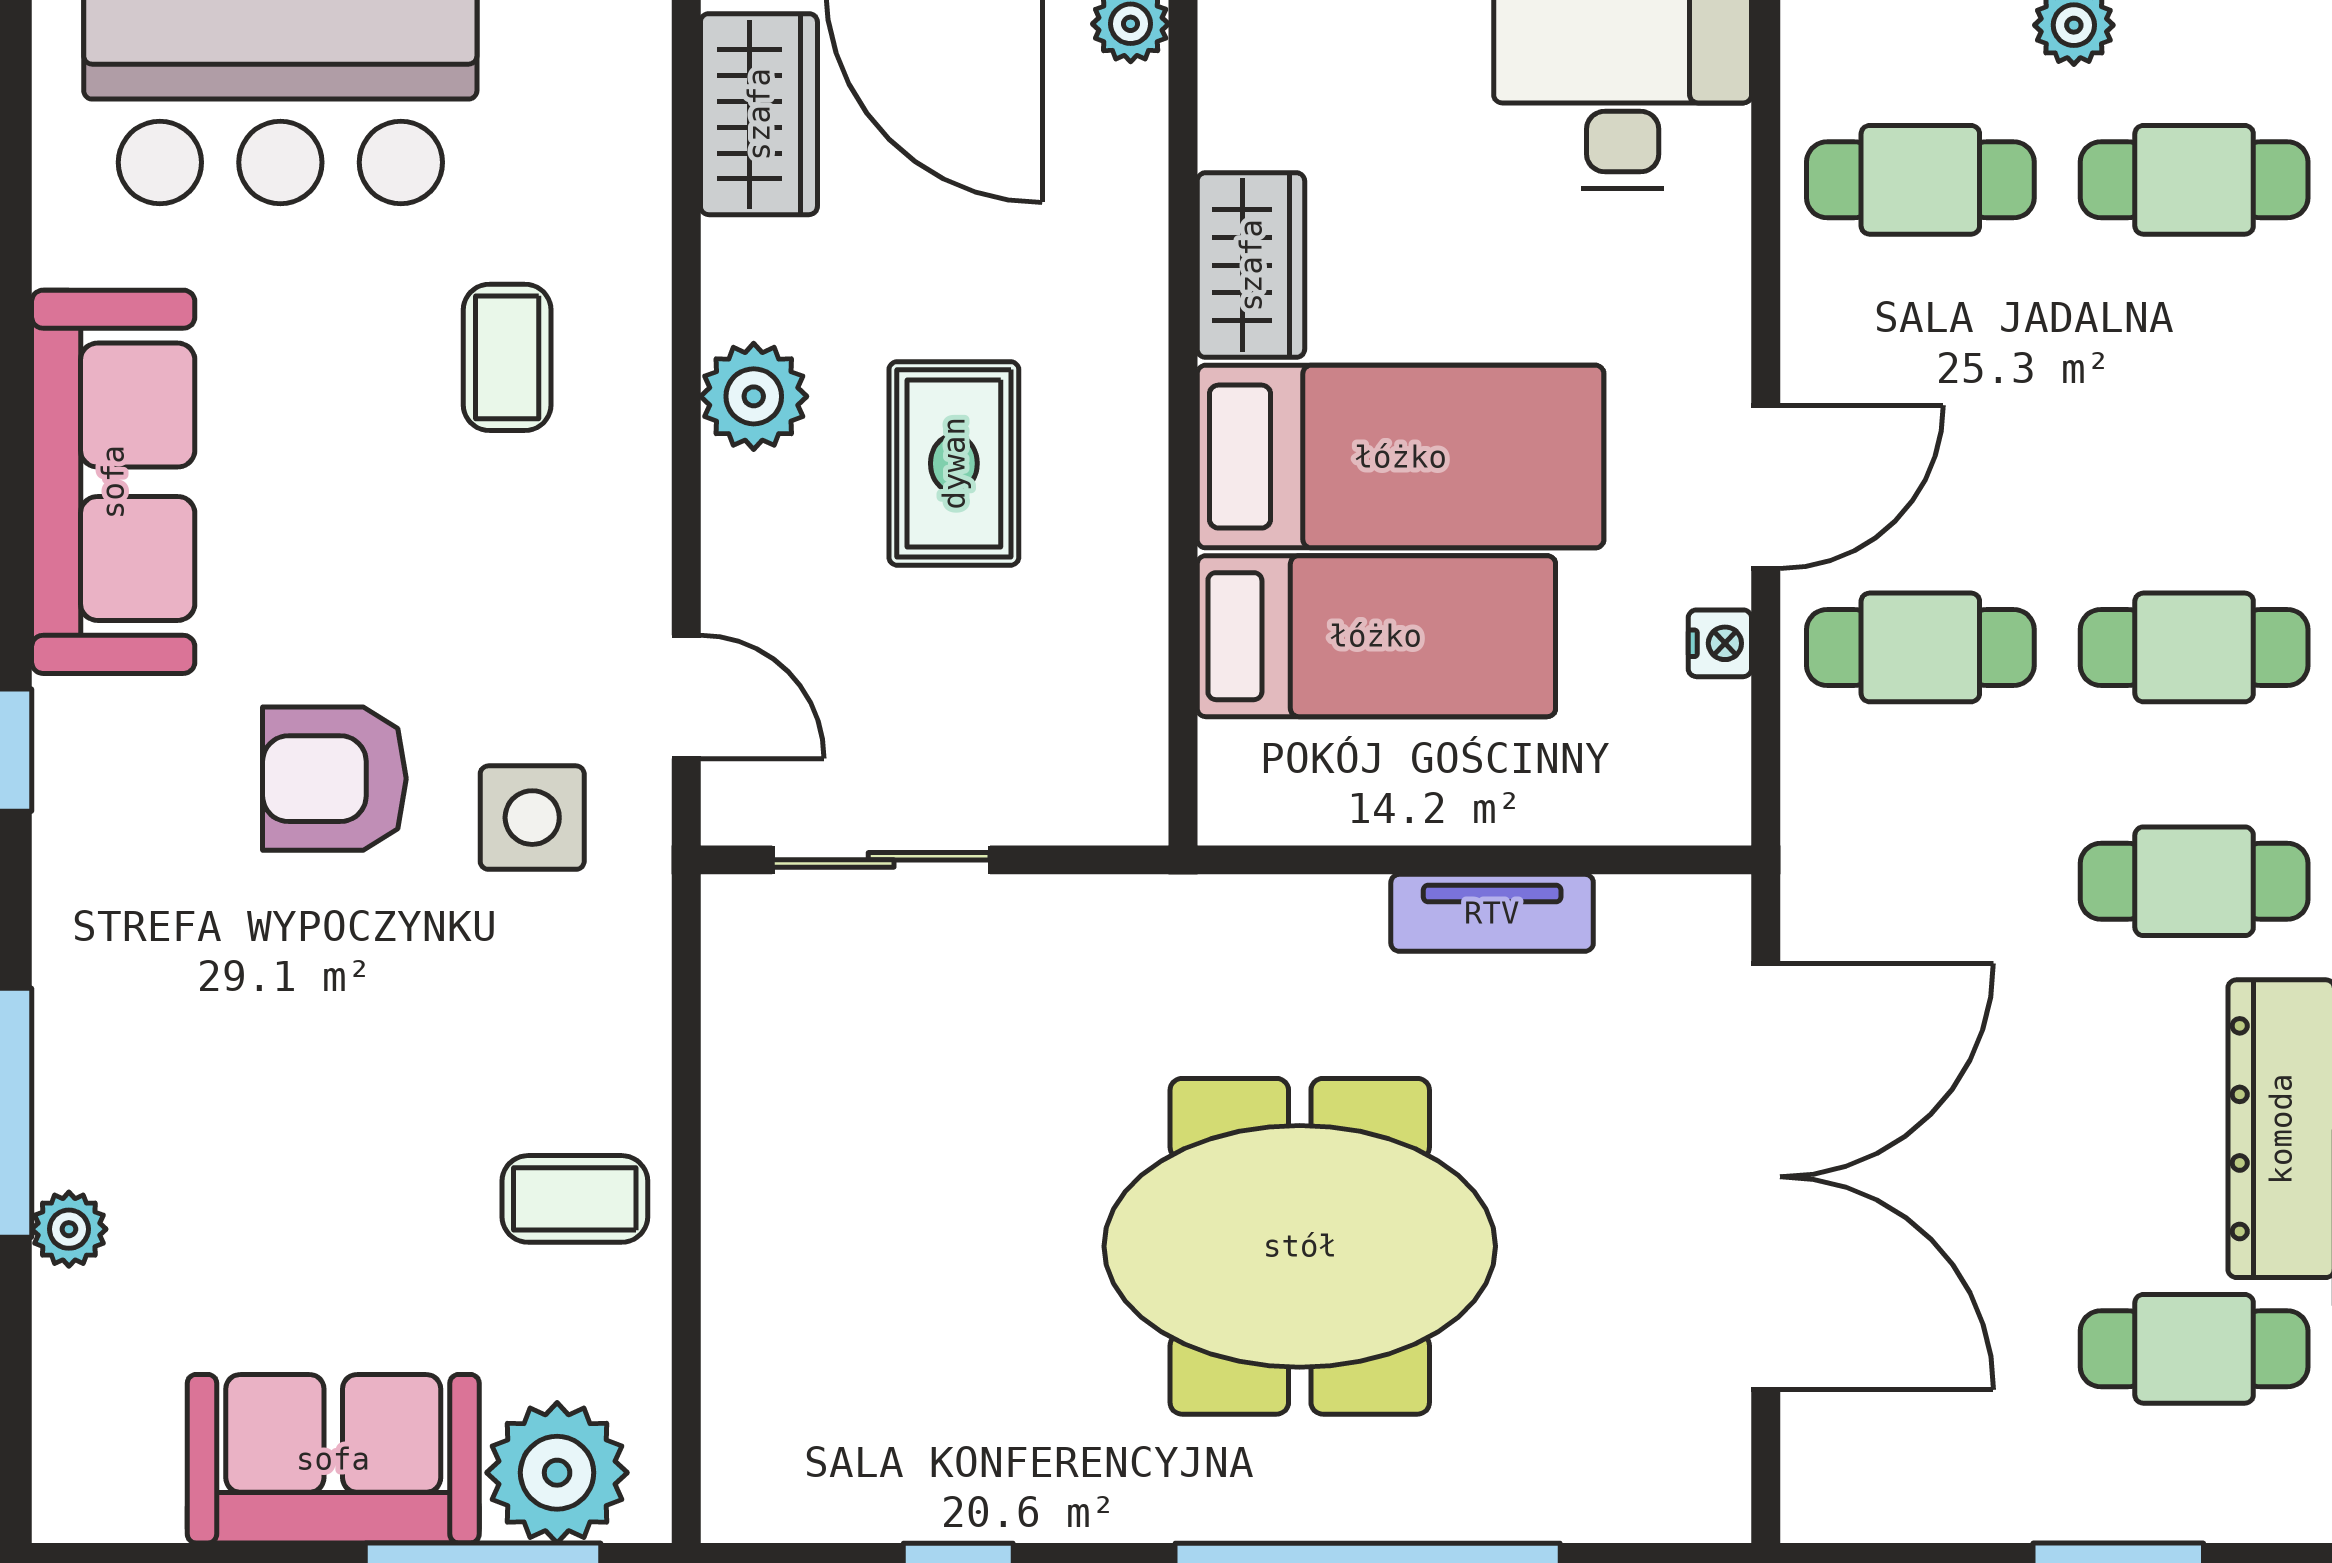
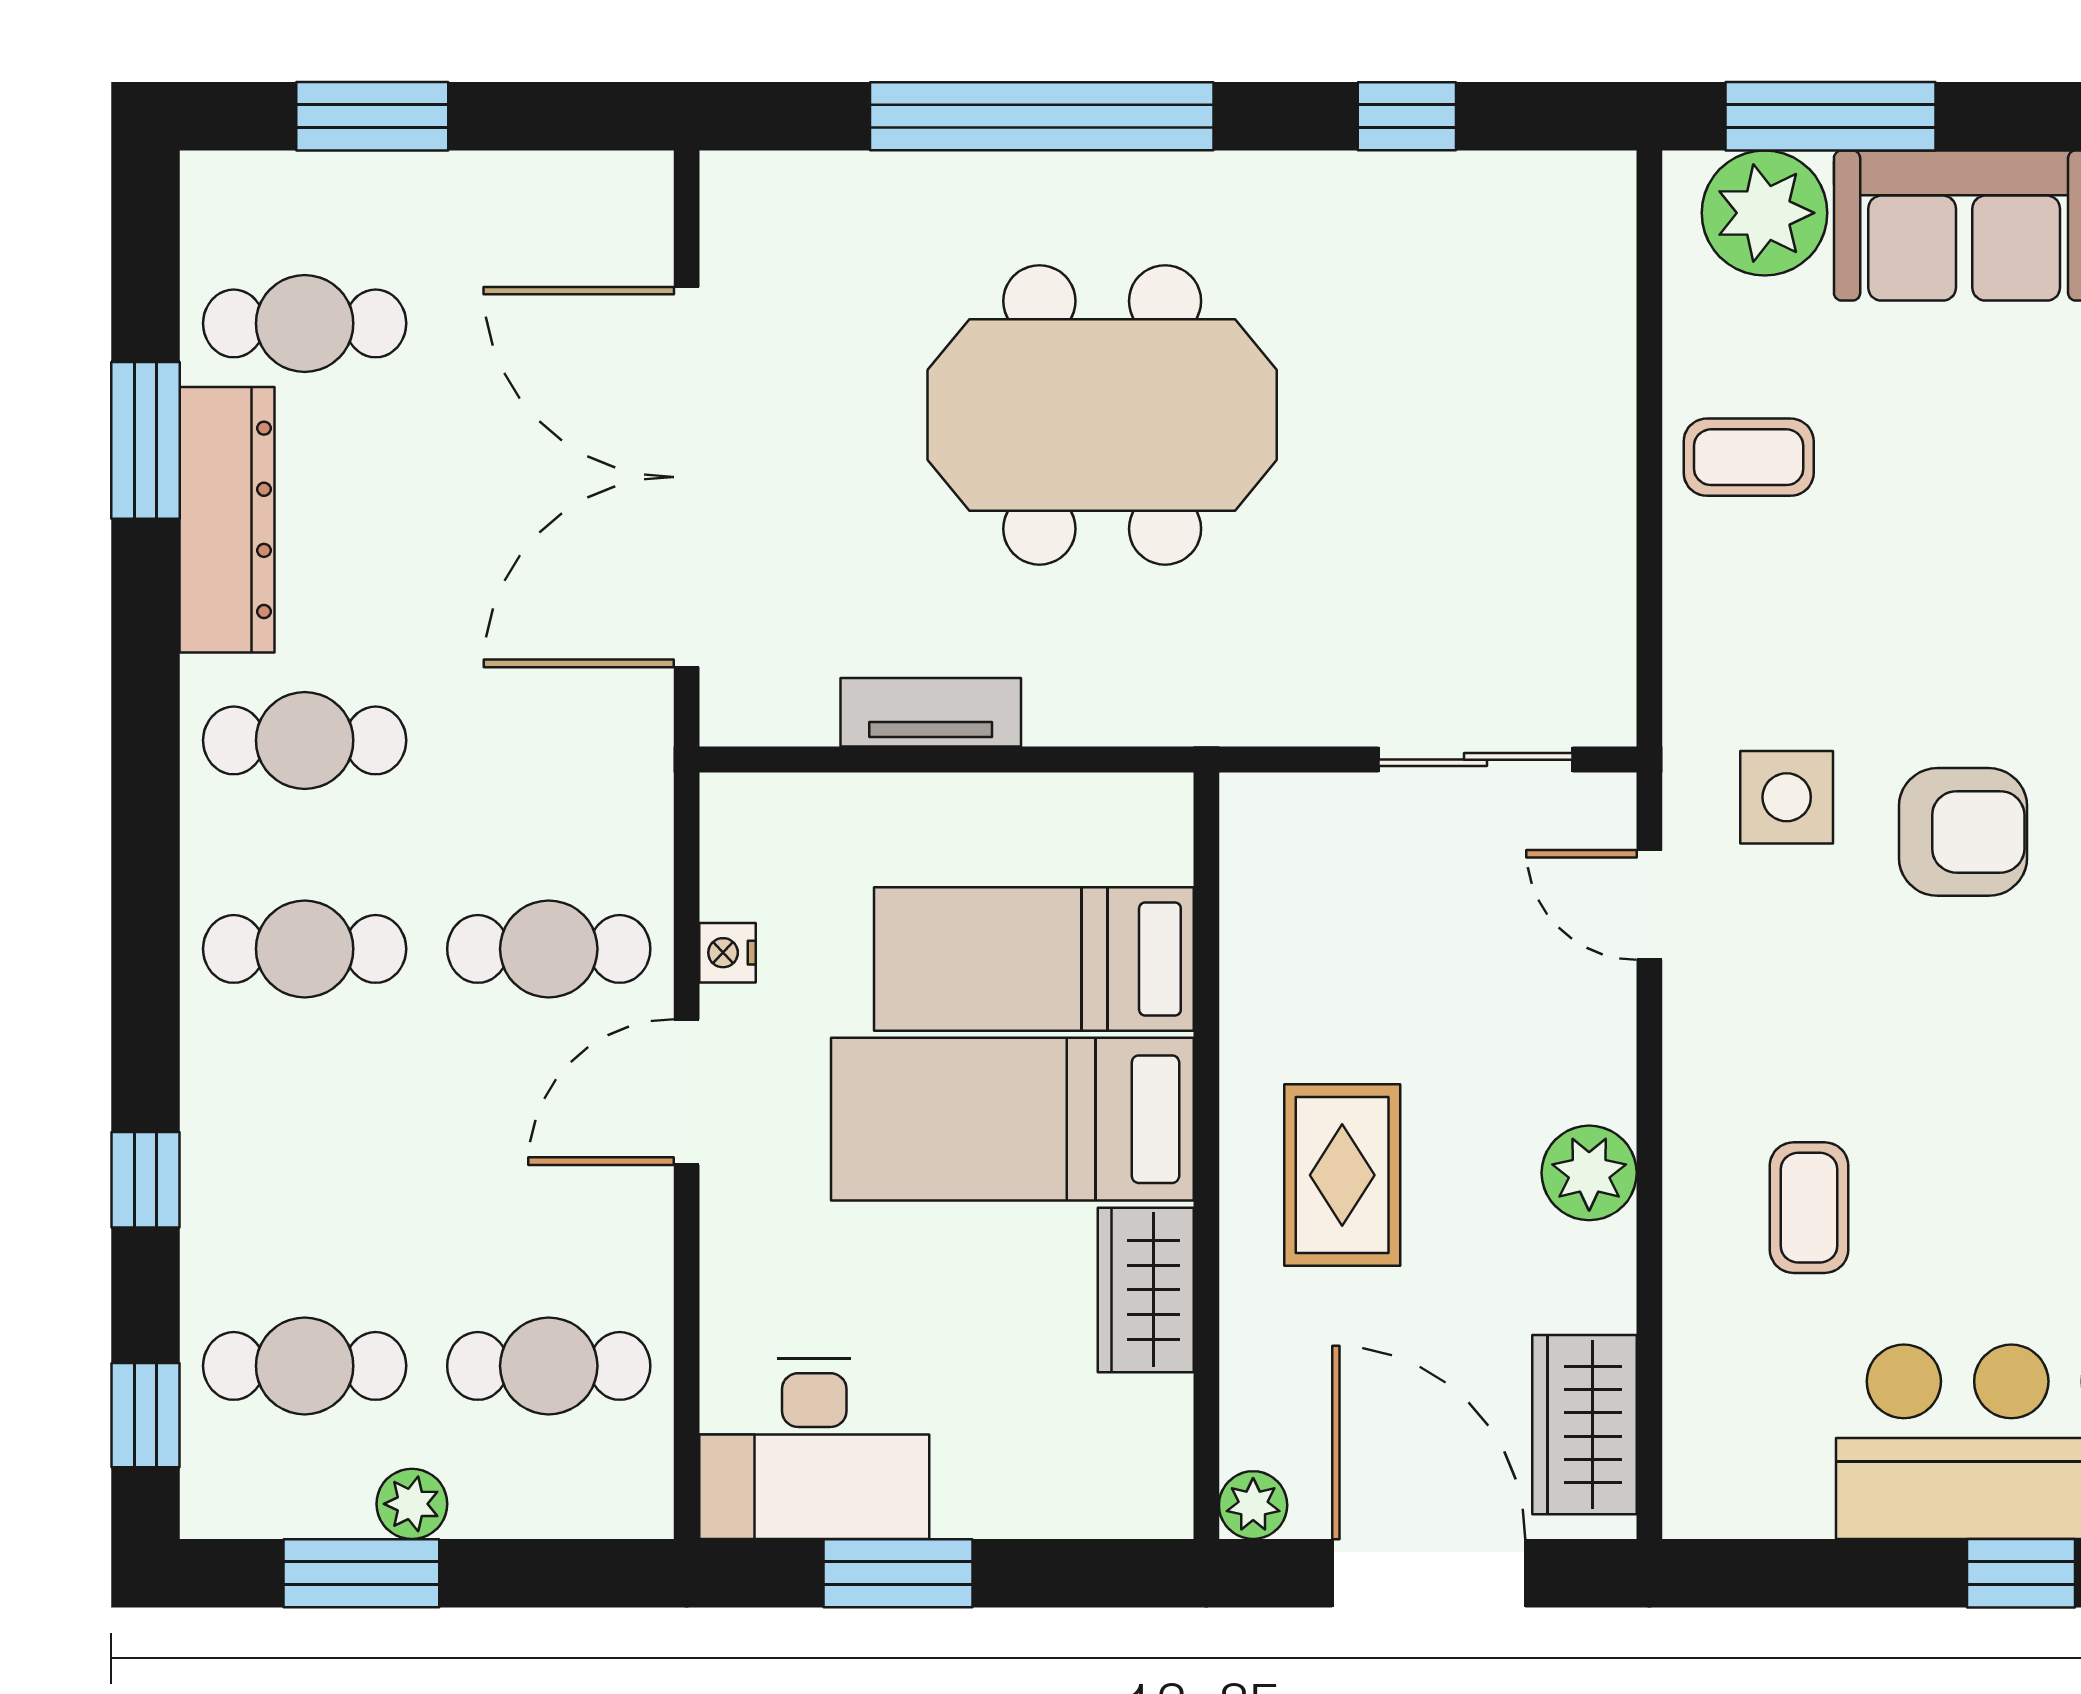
rug: (954, 463) -> (1342, 1175), moved

